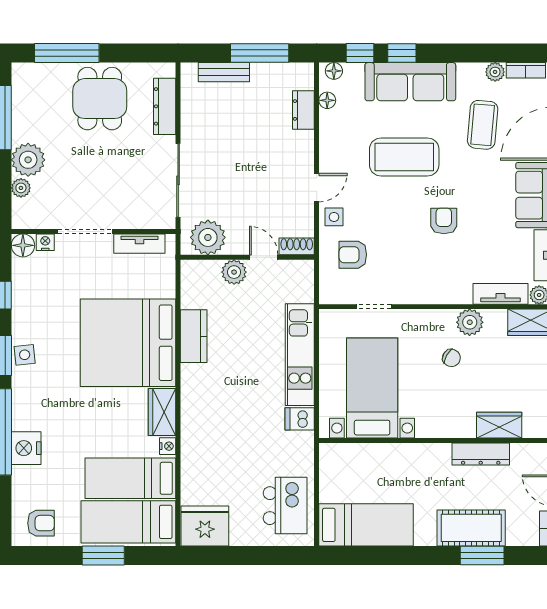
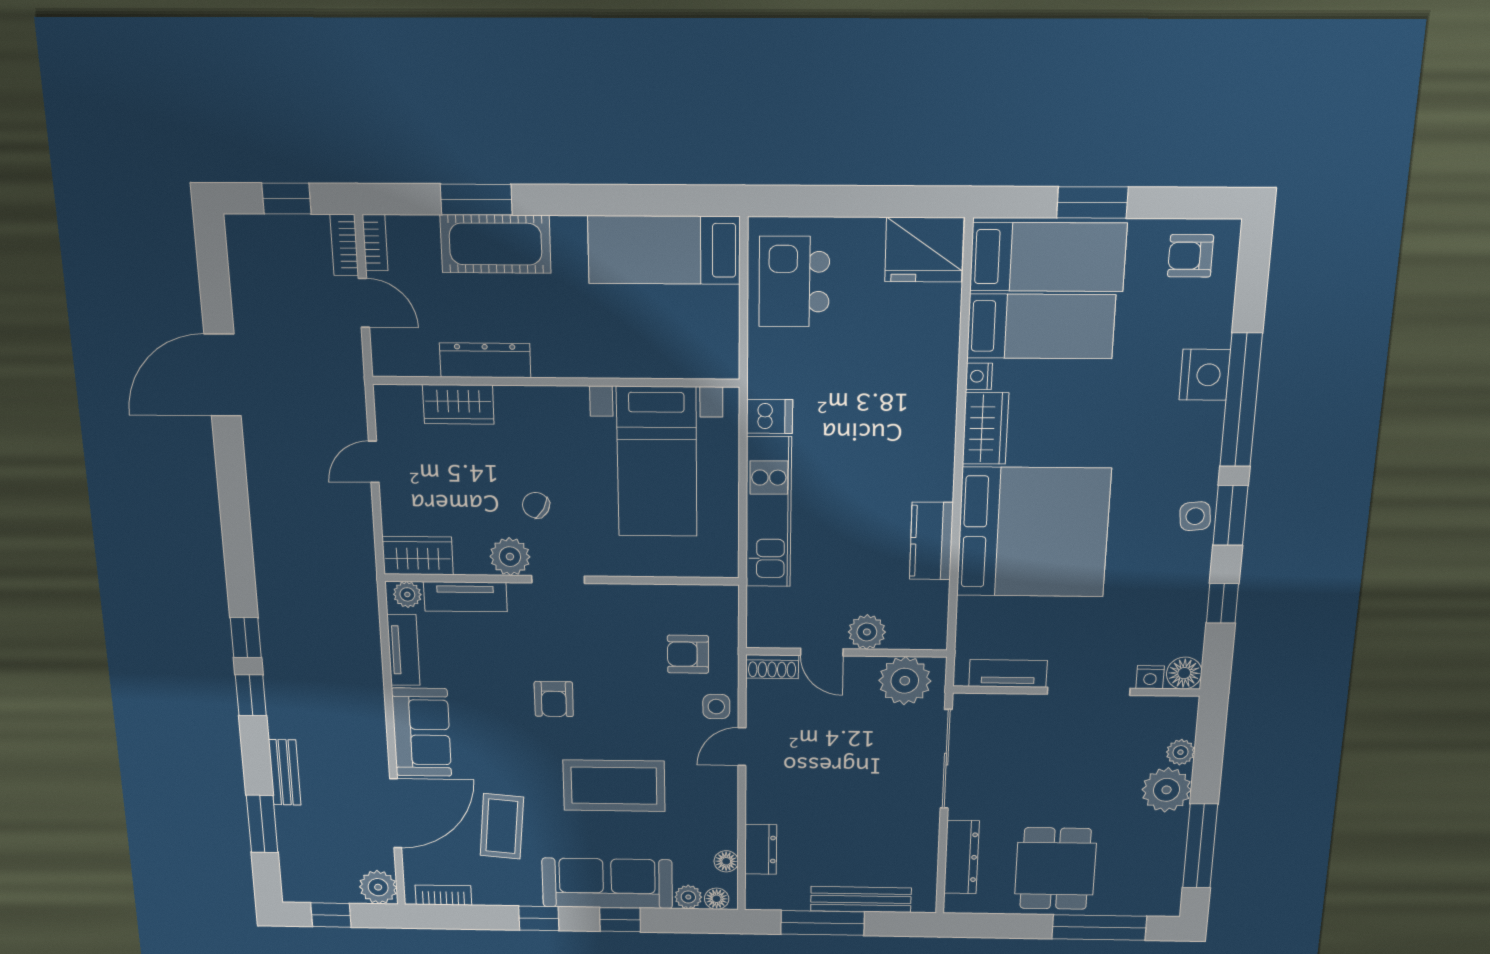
window: (360, 53) -> (539, 918), moved
bench: (224, 72) -> (861, 899), width x1.36
plant: (495, 72) -> (688, 897), moved
armchair: (353, 255) -> (688, 654), turned 180
doorway: (374, 307) -> (558, 580), moved

